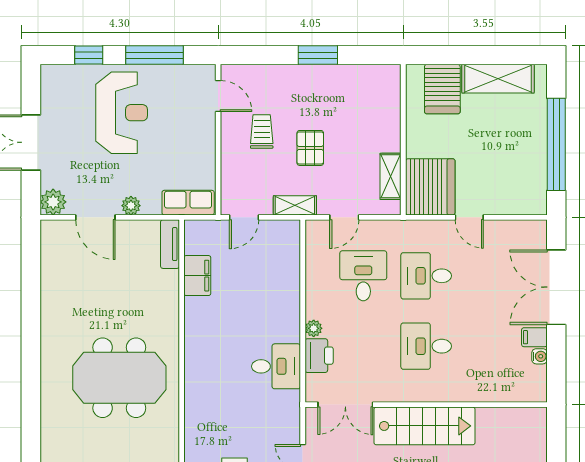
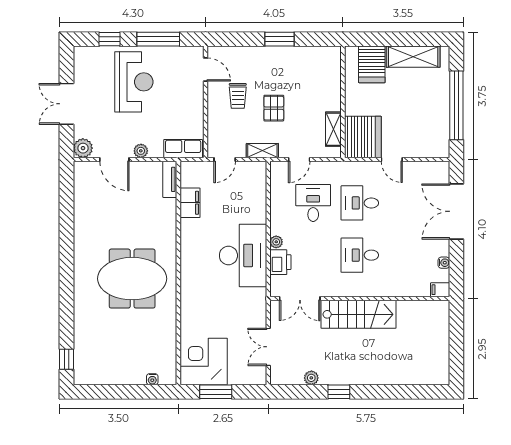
trolley: (262, 132) -> (238, 96), turned 180
filing cabinet: (534, 337) -> (440, 290), moved
desk: (276, 366) -> (243, 255), width x1.87, depth x1.30

